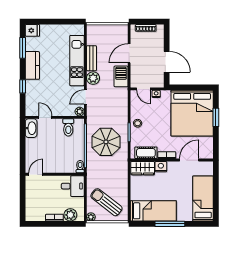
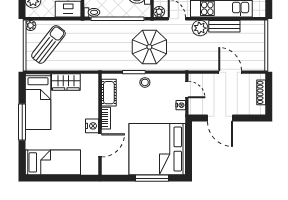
door: (167, 62) -> (220, 118), hinge flipped
barbecue: (121, 76) -> (202, 62), removed
door: (143, 89) -> (187, 90), swing flipped
window: (216, 117) -> (152, 178), width x1.44
parasol: (106, 142) -> (149, 47), moved
door: (189, 160) -> (100, 145), hinge flipped
nightstand: (161, 167) -> (92, 126), moved
wardrobe: (143, 168) -> (66, 82), moved, turned -90

